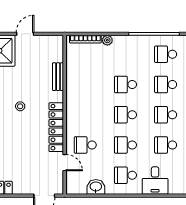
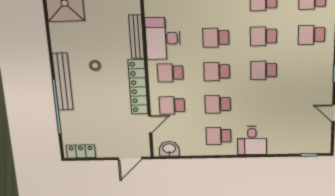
bench: (58, 77) -> (136, 37), width x1.36
desk: (80, 84) -> (163, 38), added
school desk: (166, 145) -> (170, 73), moved
door: (65, 163) -> (150, 124), hinge flipped
washbasin: (96, 187) -> (169, 149), moved

